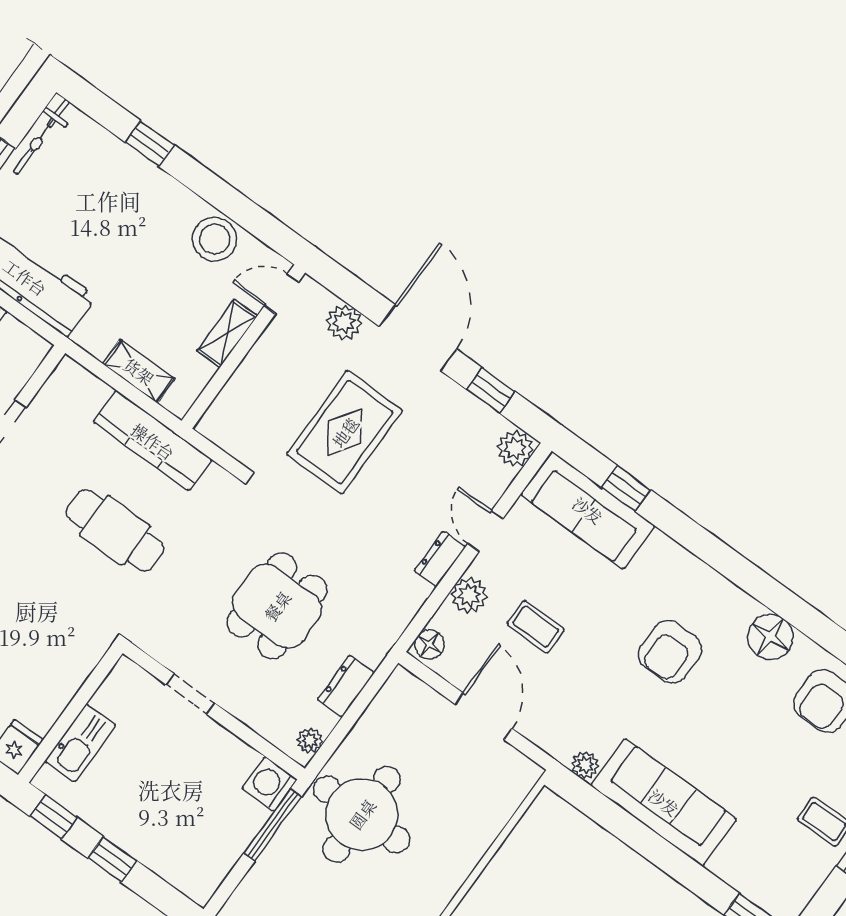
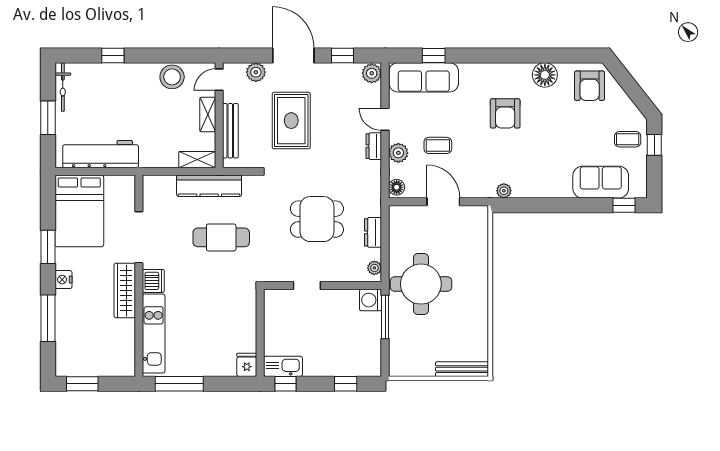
shelving: (139, 371) -> (197, 160), moved
bench: (243, 382) -> (230, 131), added
dining table: (277, 606) -> (317, 219), turned 90
kitchen sink: (81, 743) -> (283, 366), moved, turned -90
sofa: (664, 802) -> (601, 182), moved, width x0.73
window: (112, 859) -> (346, 384), moved

